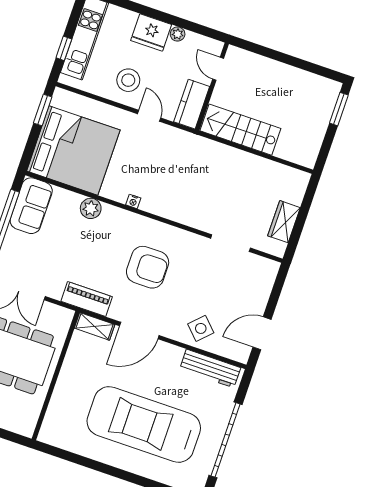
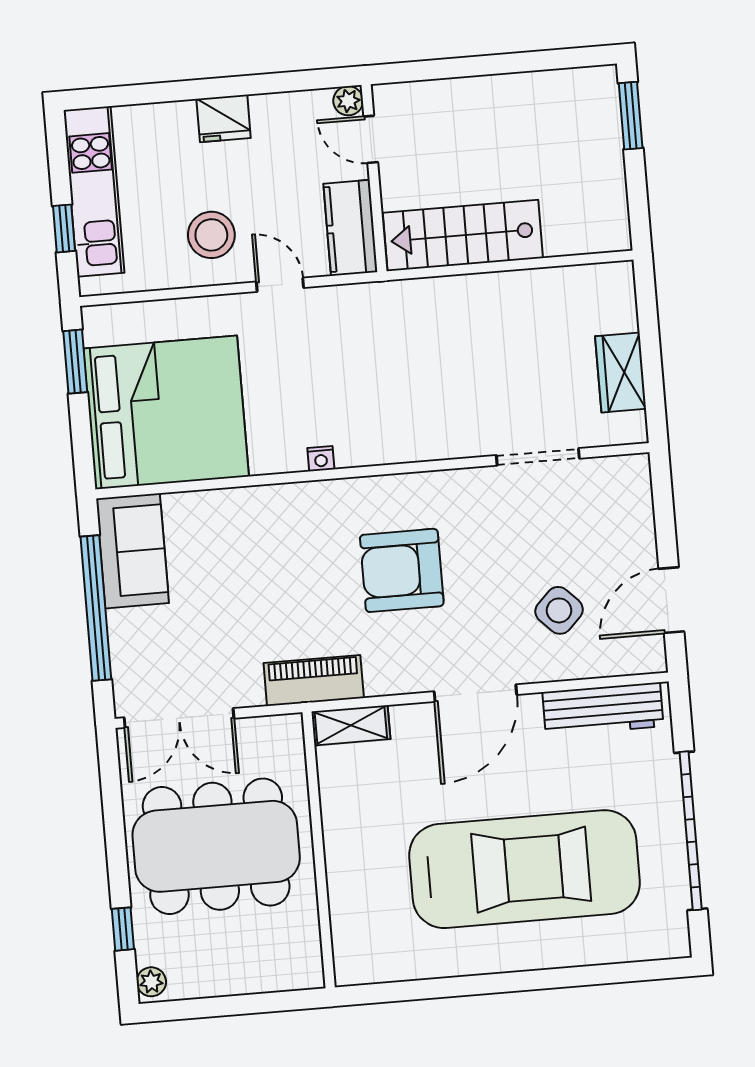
fridge: (151, 32) -> (224, 118), width x0.73, depth x0.75
plant: (178, 34) -> (348, 101), moved
plant: (91, 208) -> (247, 507), removed
armchair: (148, 267) -> (402, 570), turned 180
side table: (201, 328) -> (559, 610), moved
door: (139, 331) -> (475, 693), moved
car: (144, 424) -> (524, 869), turned 180

